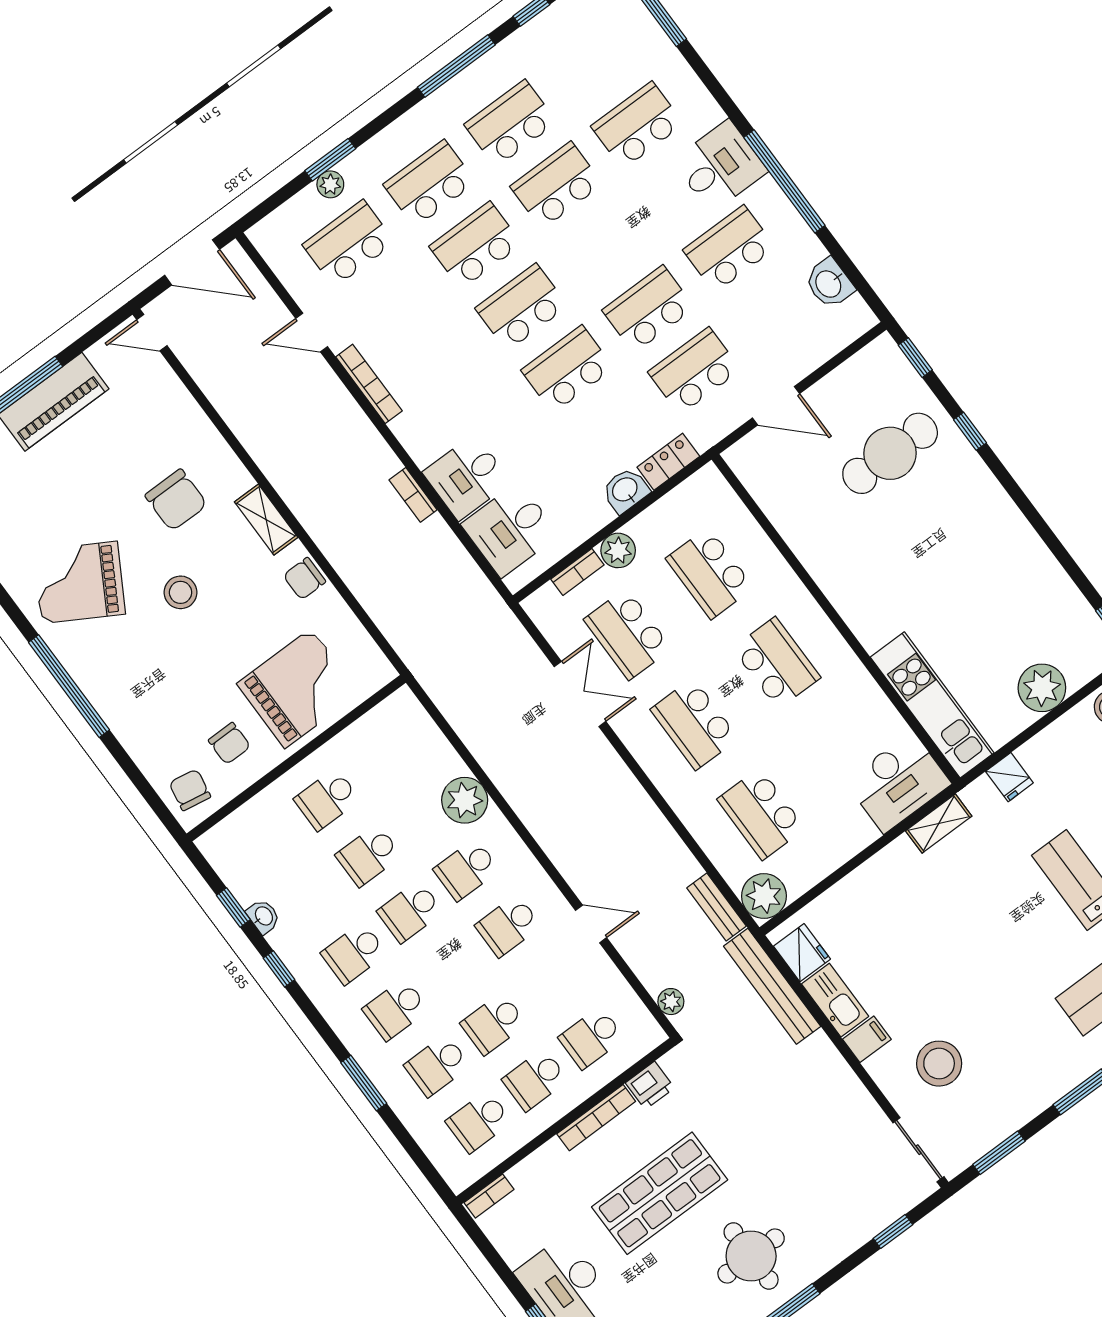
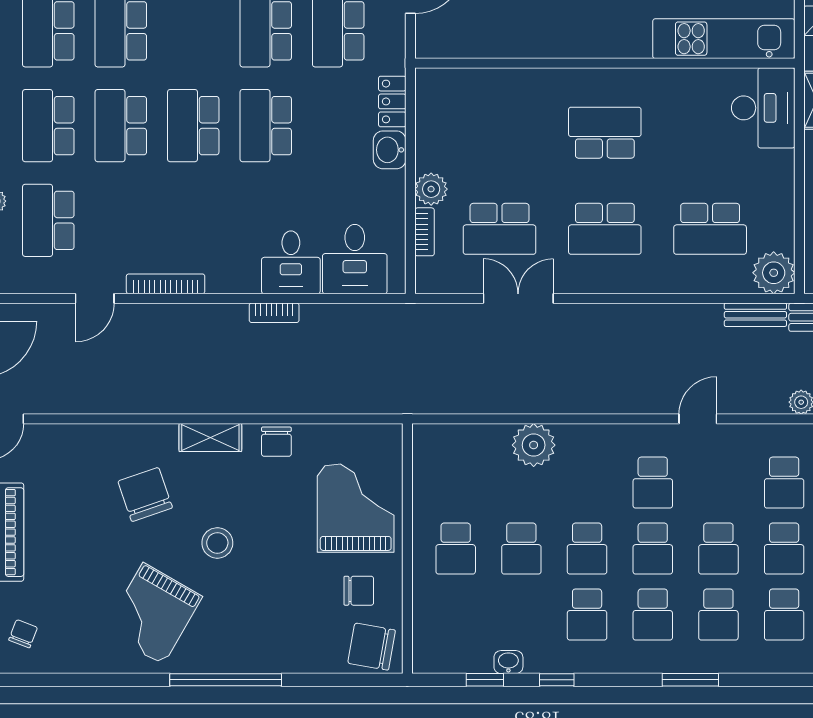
chair: (176, 500) -> (145, 494), turned -109
school desk: (710, 573) -> (500, 133), removed
chair: (190, 790) -> (372, 647), width x1.37, depth x1.37
school desk: (466, 870) -> (653, 549), moved

